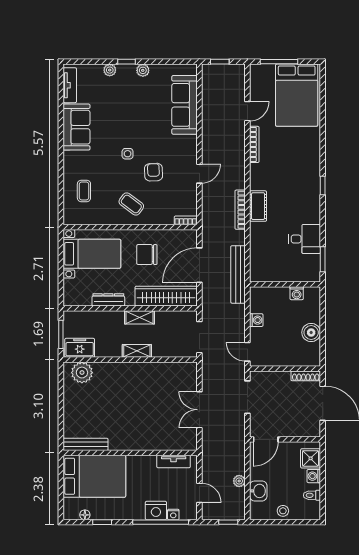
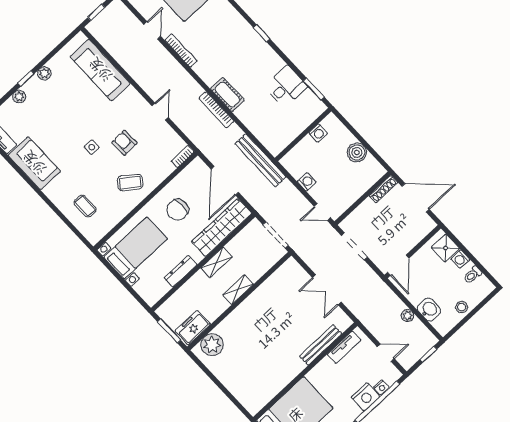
bench: (86, 444) -> (321, 345), moved

